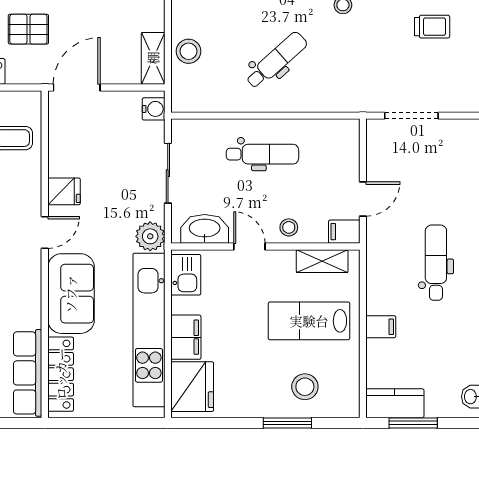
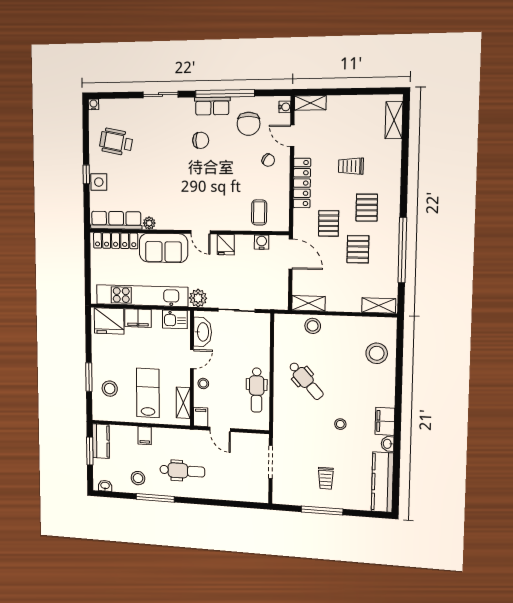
water cooler: (154, 109) -> (262, 242), moved, turned 180
dental chair: (262, 154) -> (257, 390), moved
plant: (32, 317) -> (149, 223), added
stool: (454, 339) -> (138, 478), added

